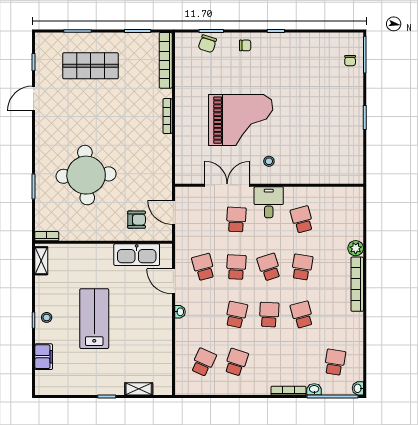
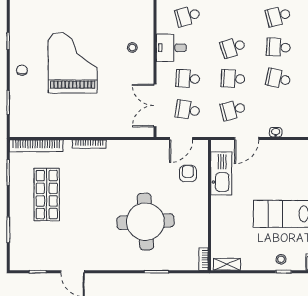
chair: (207, 44) -> (20, 106), removed
shop shelf: (91, 66) -> (47, 195), moved
grand piano: (241, 120) -> (73, 63), moved
double door: (227, 185) -> (155, 106), moved
school desk: (302, 267) -> (188, 110), moved

